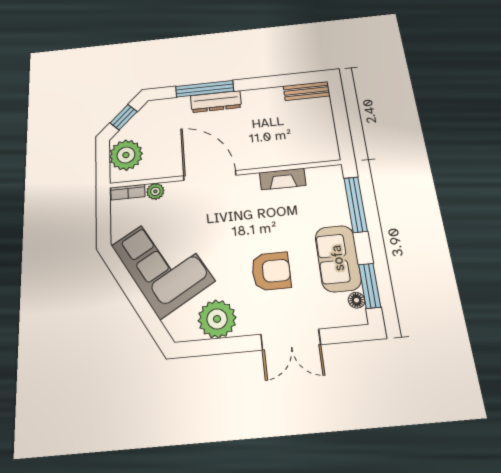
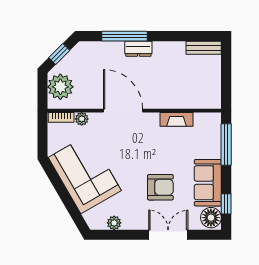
dresser: (216, 102) -> (138, 49), width x0.70
window: (370, 286) -> (226, 204), width x0.67
floor lamp: (356, 300) -> (211, 218), width x1.89, depth x1.89
plant: (217, 319) -> (114, 223), width x0.53, depth x0.53
double door: (291, 340) -> (168, 235), swing flipped

